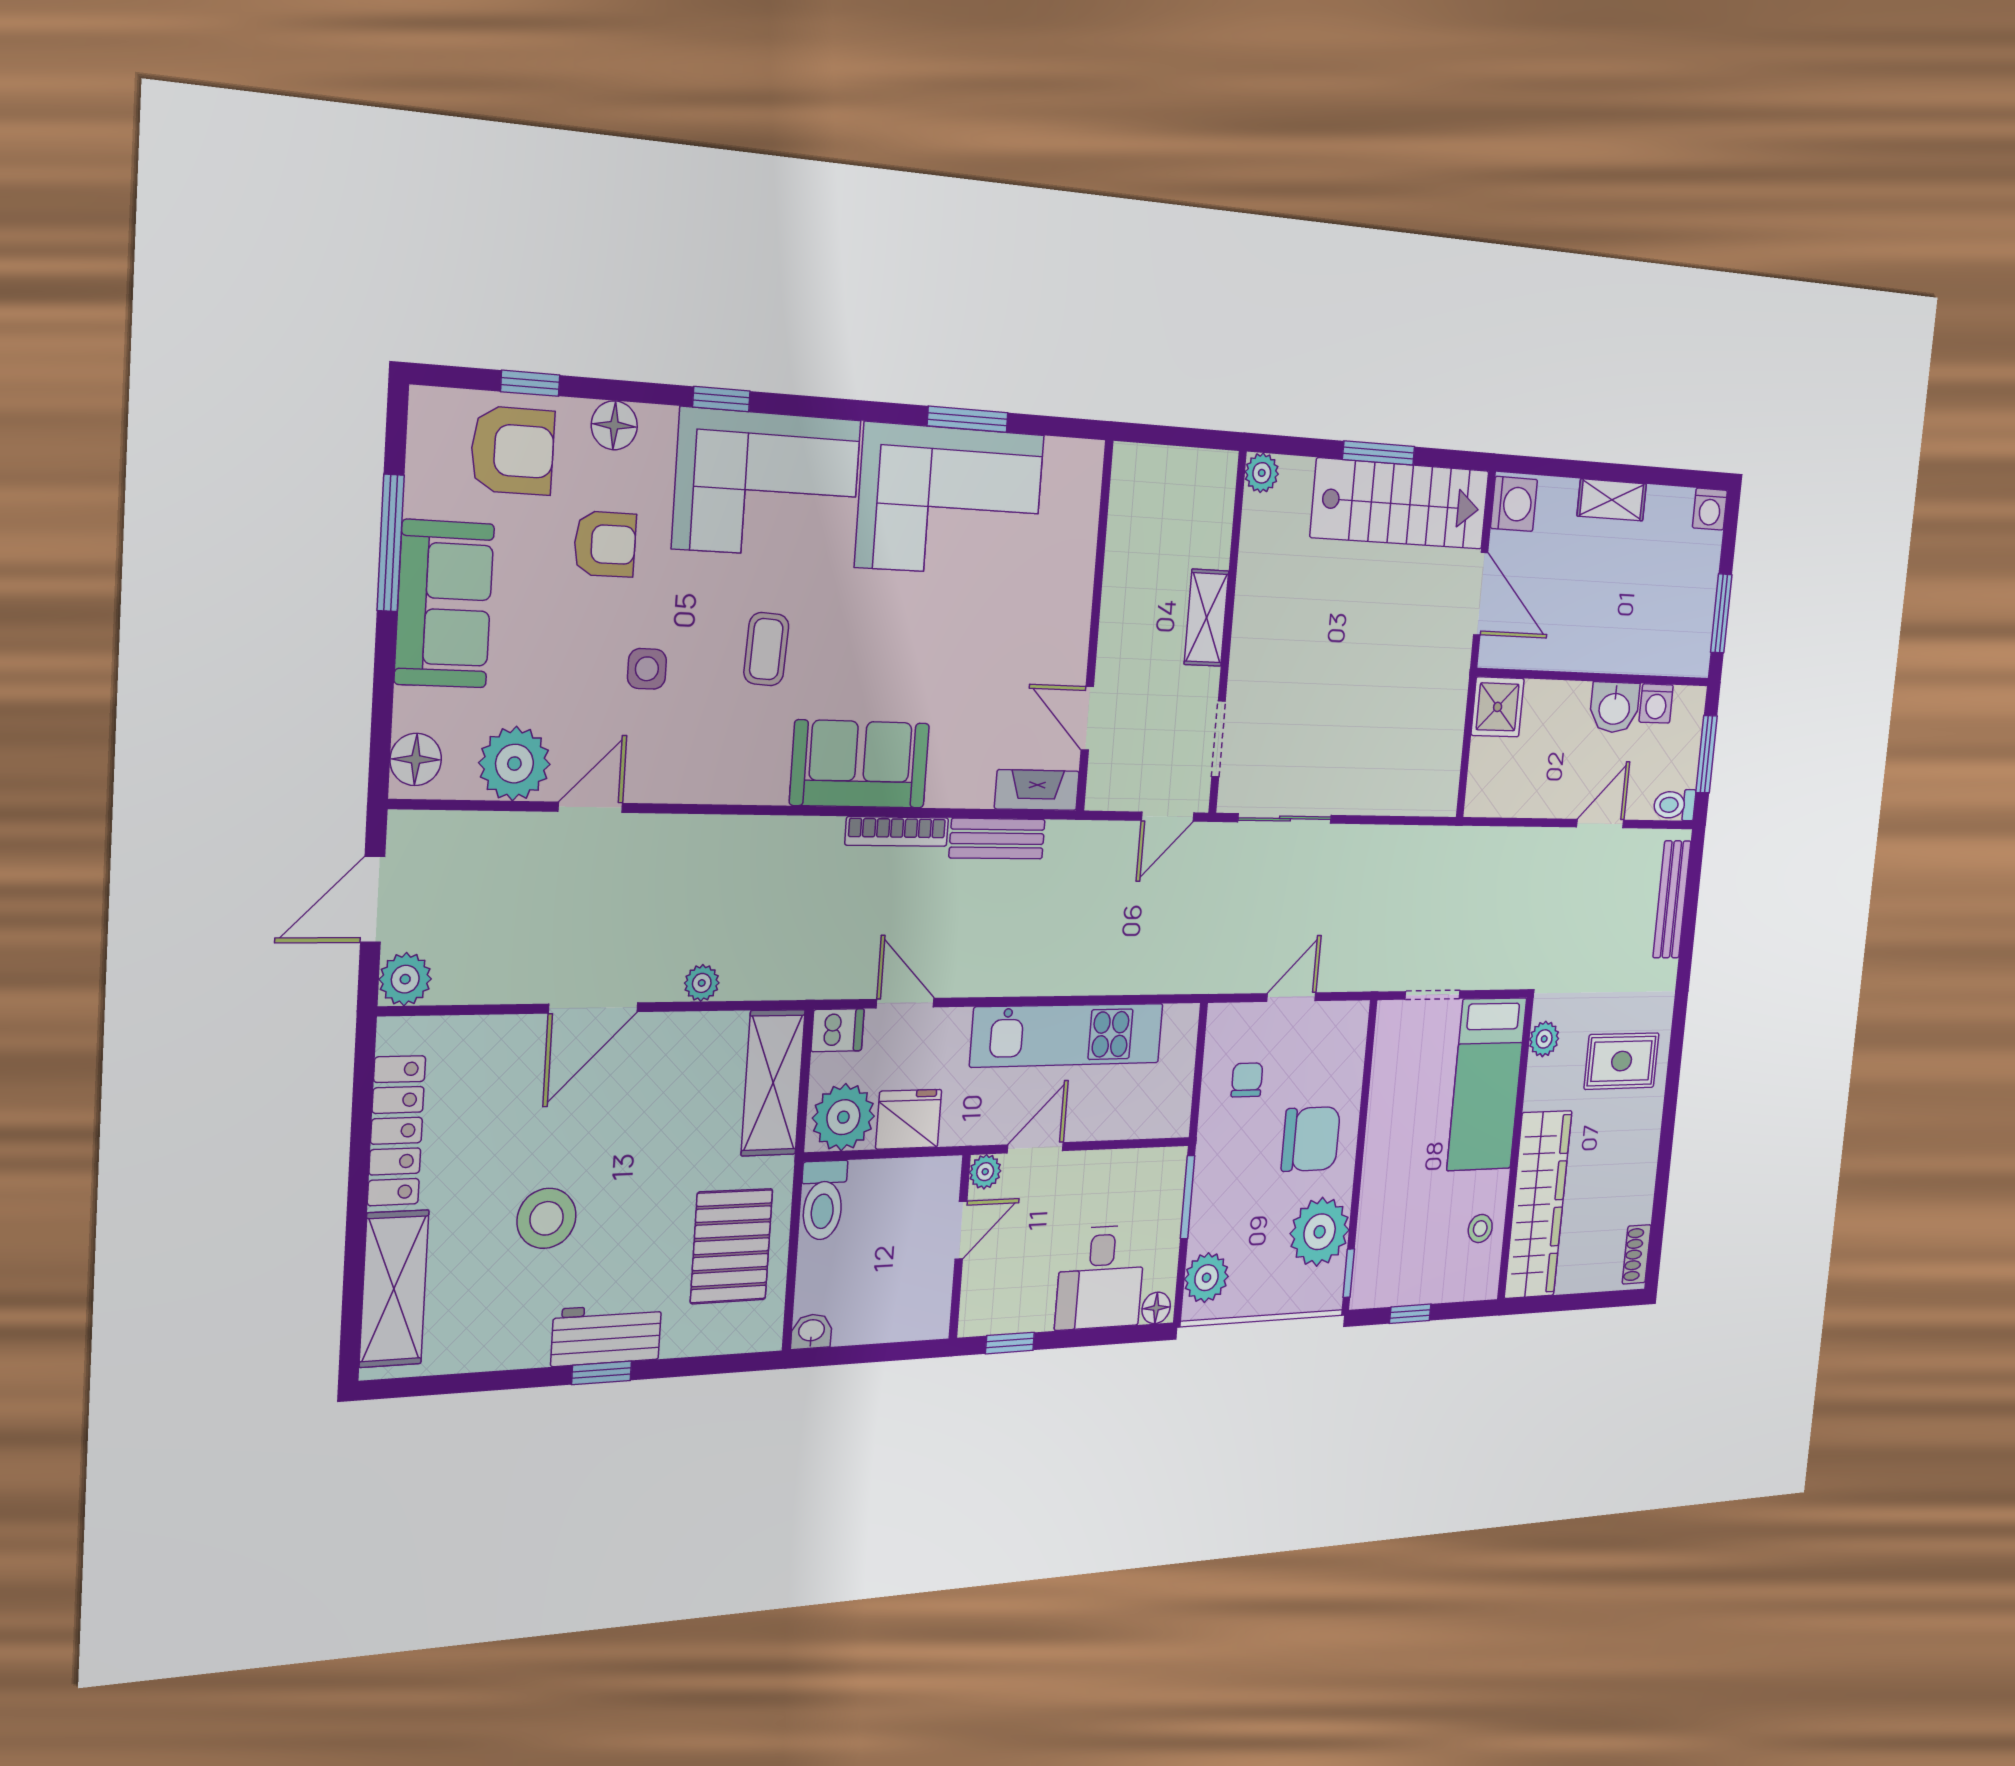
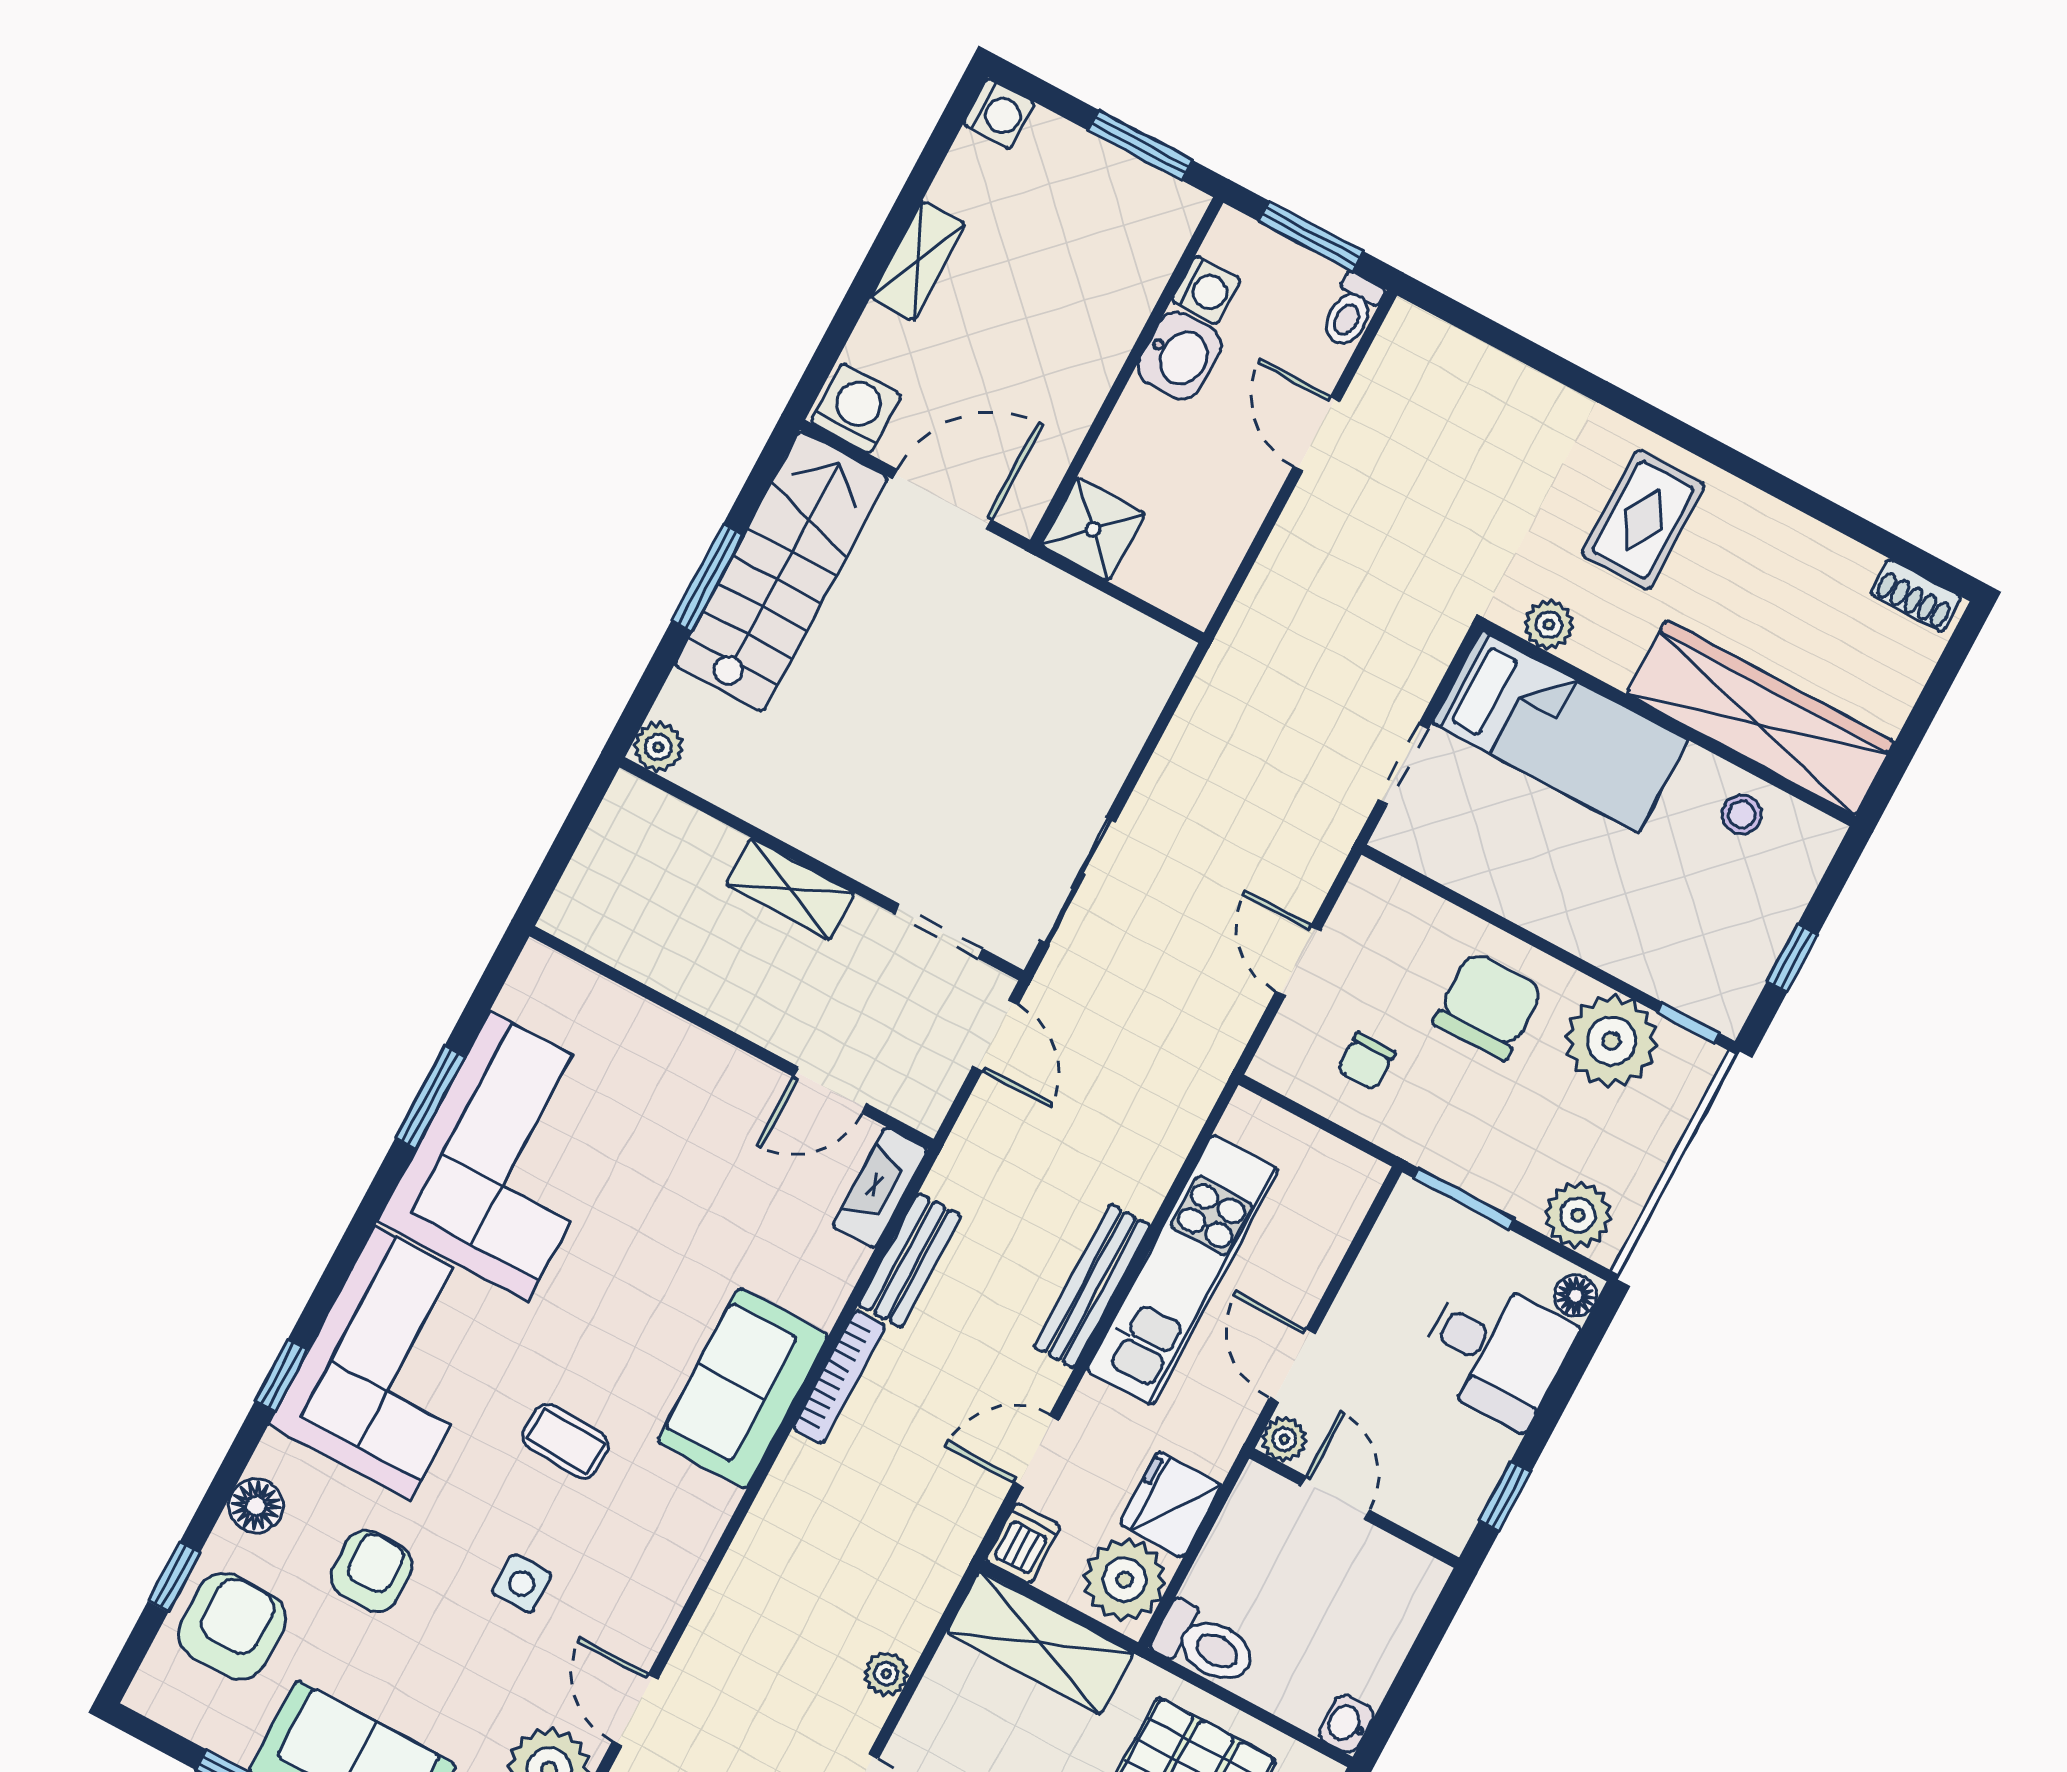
bench: (1672, 899) -> (1092, 1286), moved, turned 90
chair: (1247, 1080) -> (1366, 1061), turned -90

